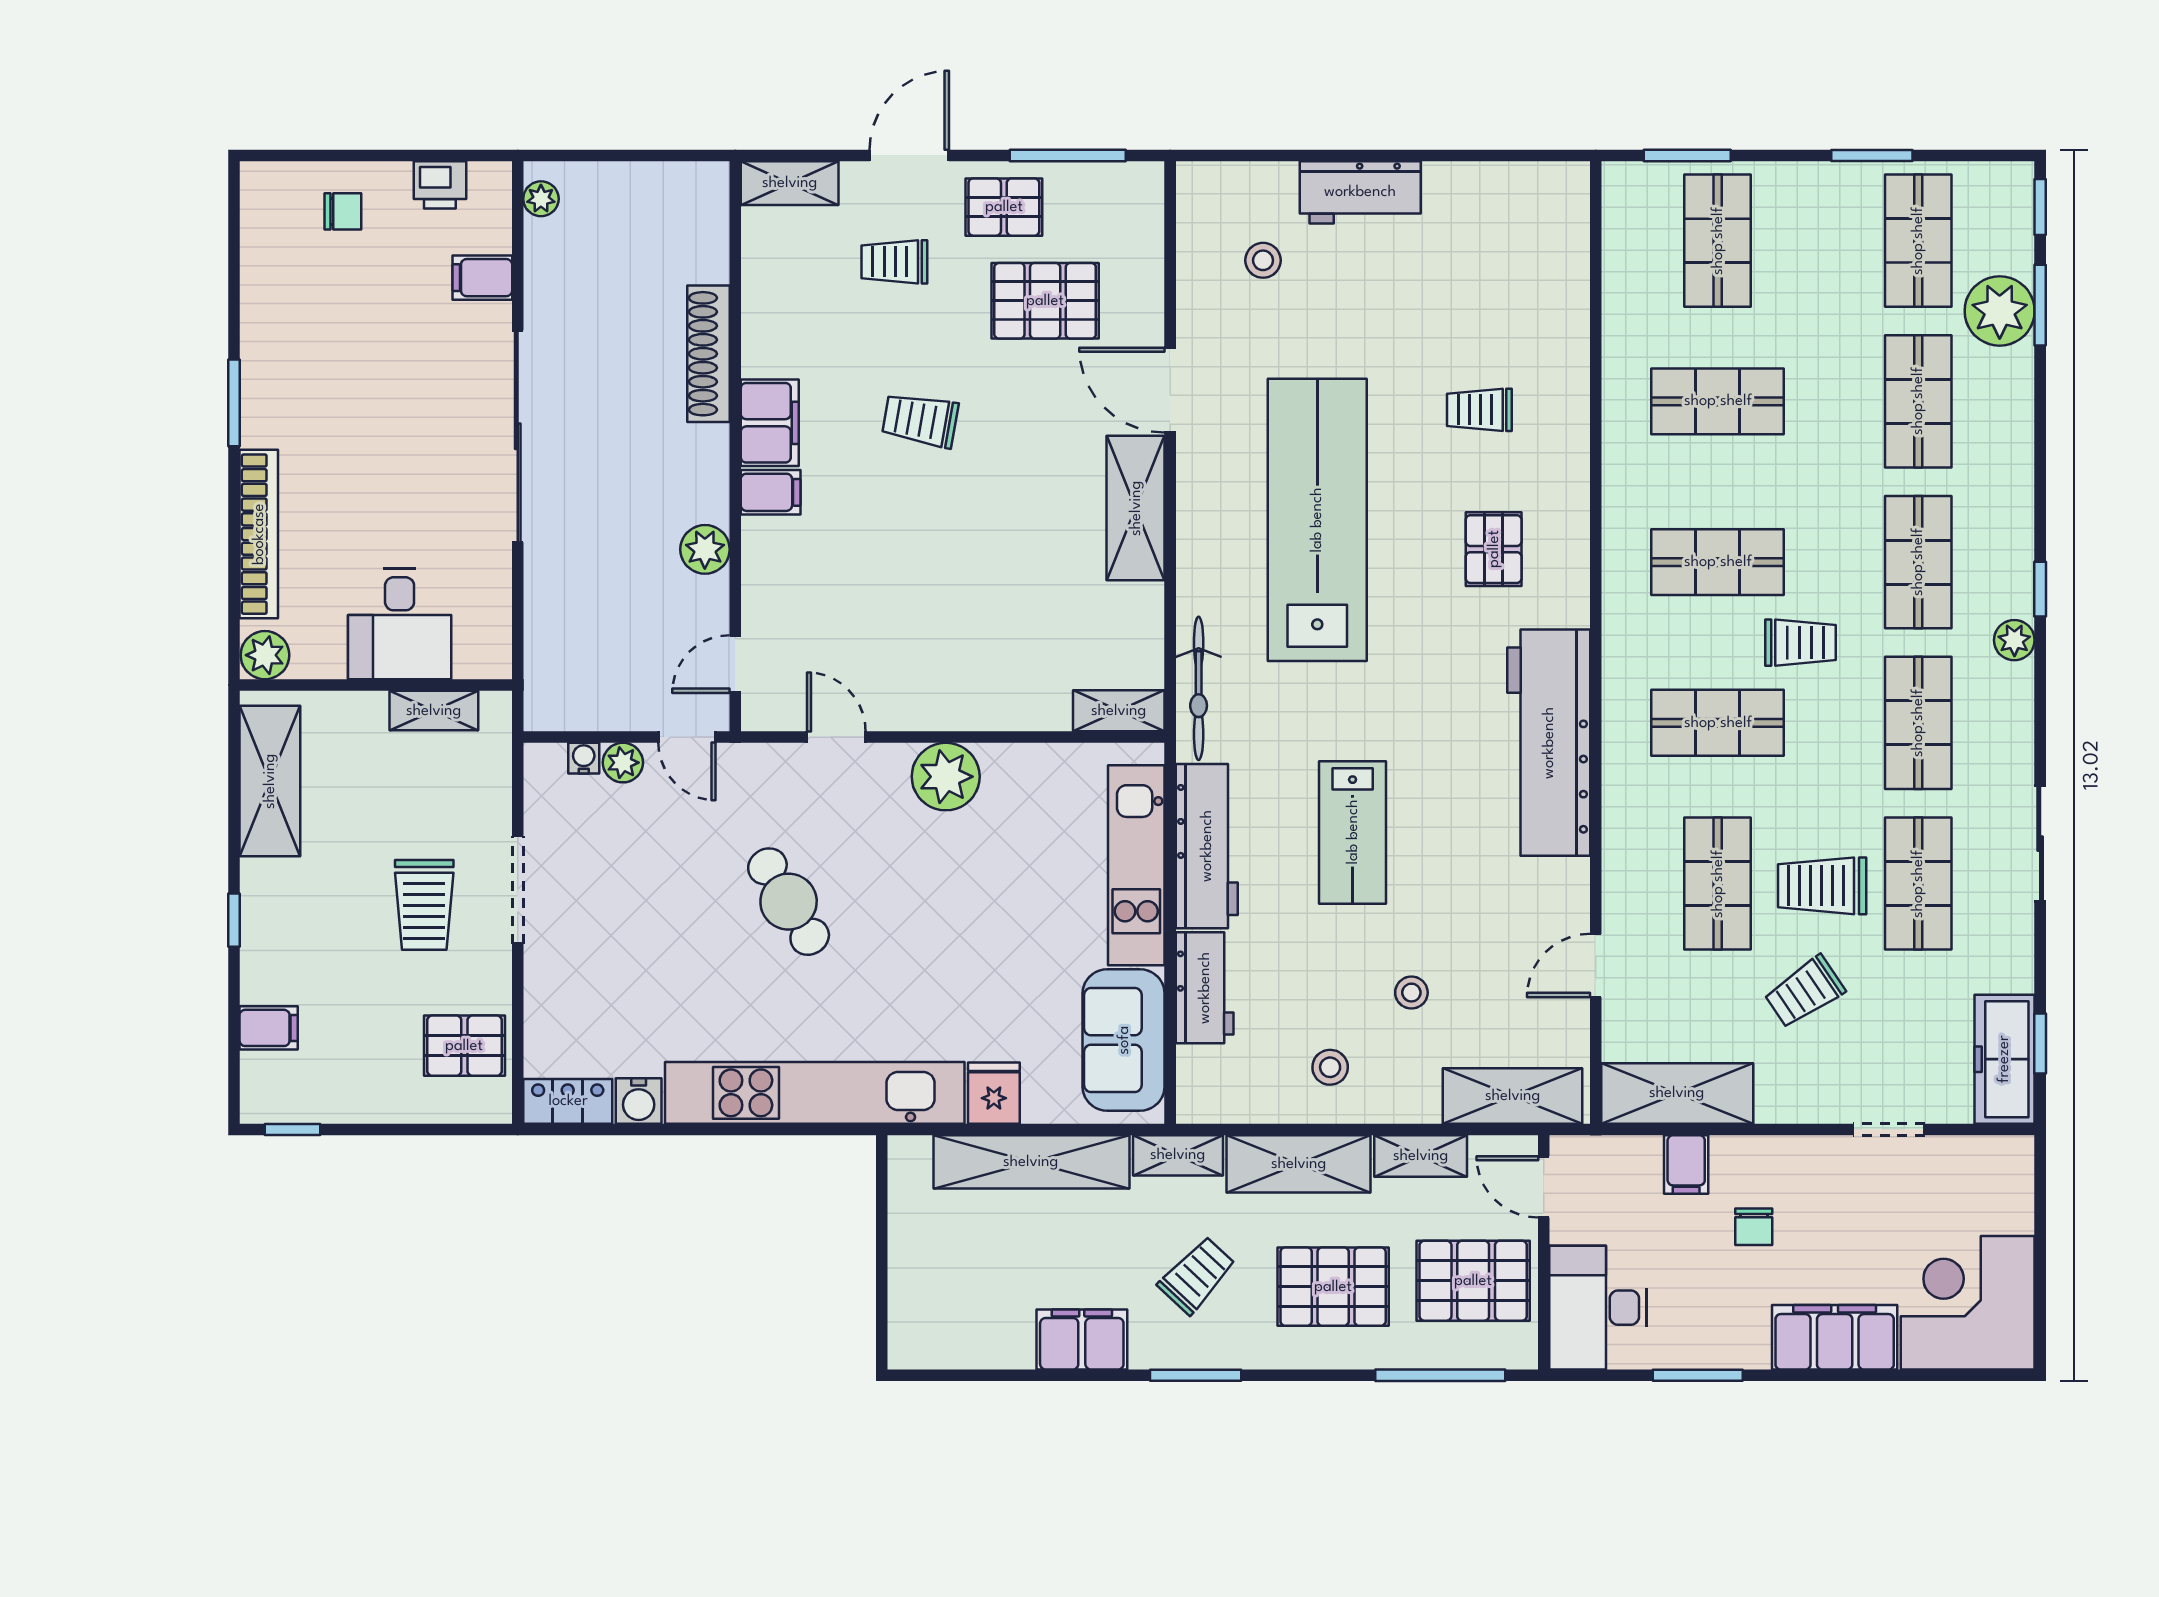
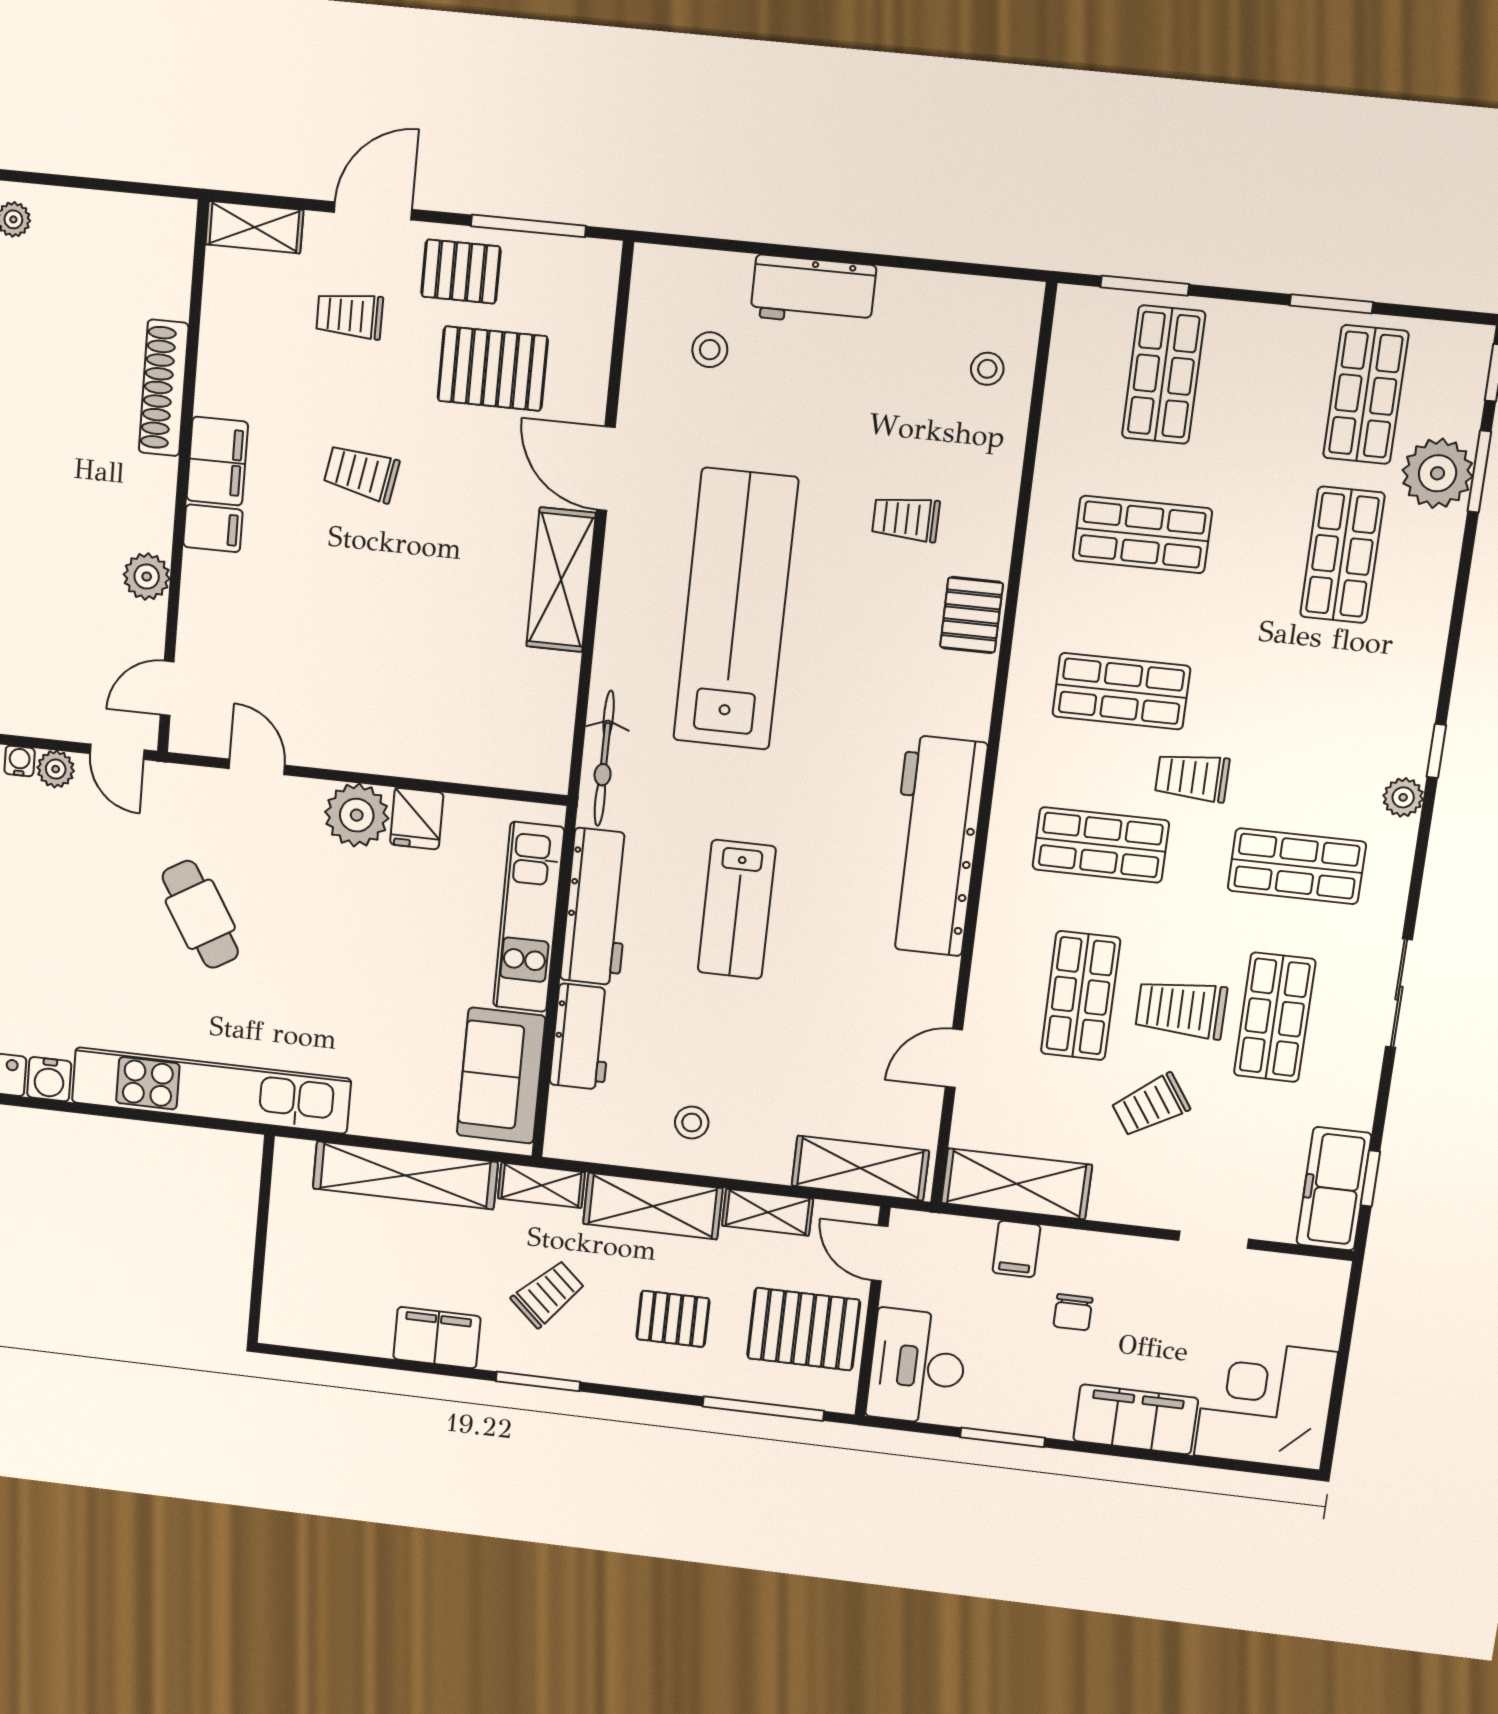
pallet: (1494, 549) -> (971, 615), moved
shop shelf: (1918, 562) -> (1319, 712), removed
trolley: (1801, 643) -> (1192, 777), turned 180
shelving: (1119, 711) -> (526, 771), removed
shop shelf: (1918, 723) -> (1297, 866), turned 90
stool: (1411, 993) -> (987, 369), moved
fridge: (994, 1093) -> (417, 819), moved, turned 180
pallet: (1333, 1287) -> (673, 1319), width x0.67, depth x0.71

